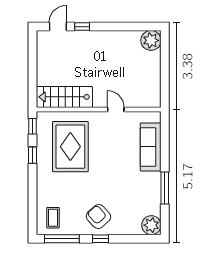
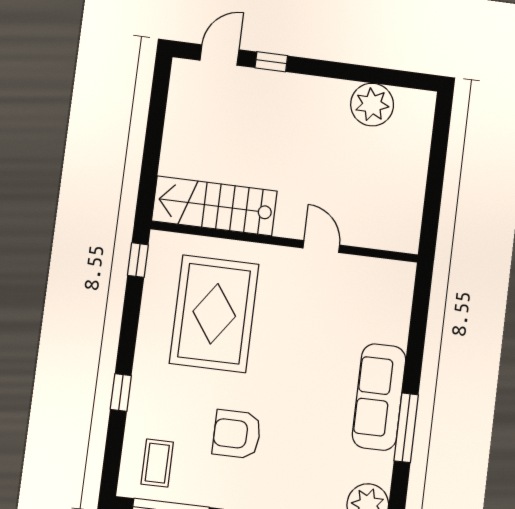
plant: (151, 40) -> (372, 105), moved
sofa: (151, 147) -> (379, 397), moved
window: (32, 155) -> (121, 393), moved
armchair: (98, 217) -> (237, 434), moved, turned -48

